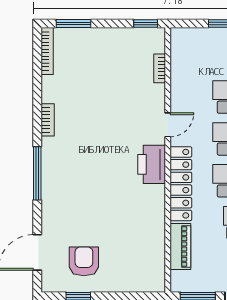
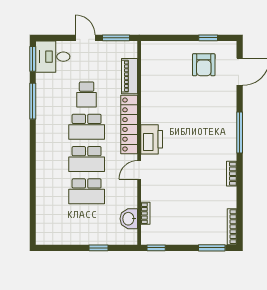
washbasin: (181, 61) -> (129, 219), added

